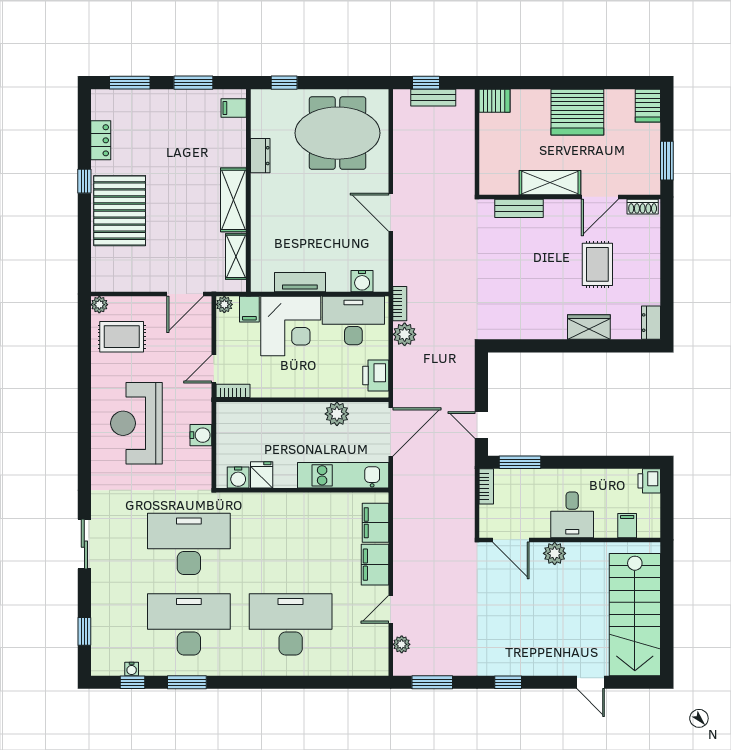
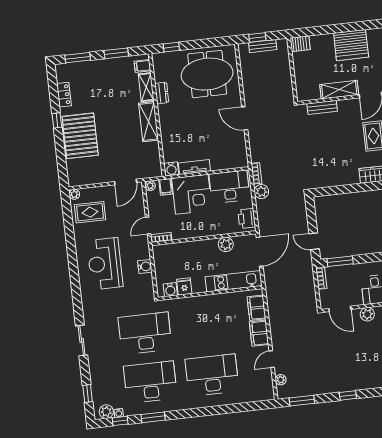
shelving: (236, 256) -> (146, 87), moved
water cooler: (362, 281) -> (171, 169), moved
plant: (112, 664) -> (106, 412), added

